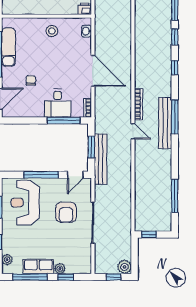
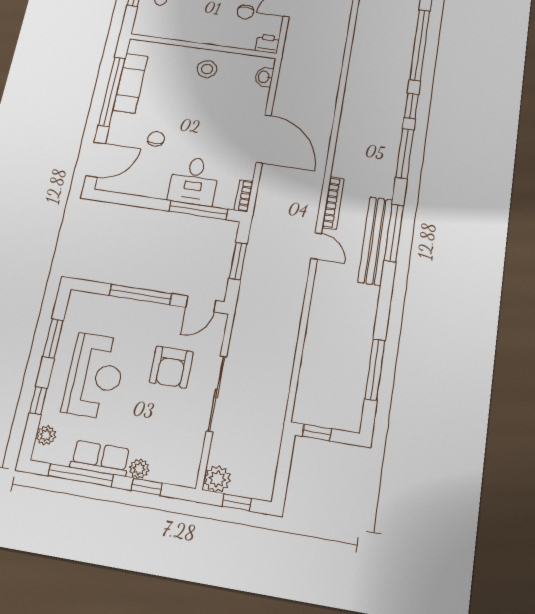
window: (175, 68) -> (405, 154), width x2.17
bench: (101, 159) -> (251, 284), removed
reception desk: (25, 203) -> (95, 376), moved, turned 180
plant: (124, 267) -> (217, 479), moved

